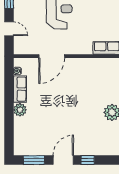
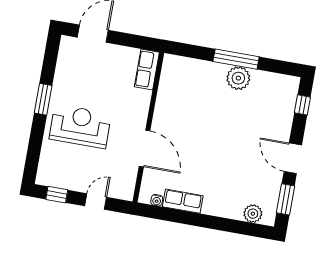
plant: (20, 110) -> (253, 214), moved
window: (88, 160) -> (302, 105), moved

